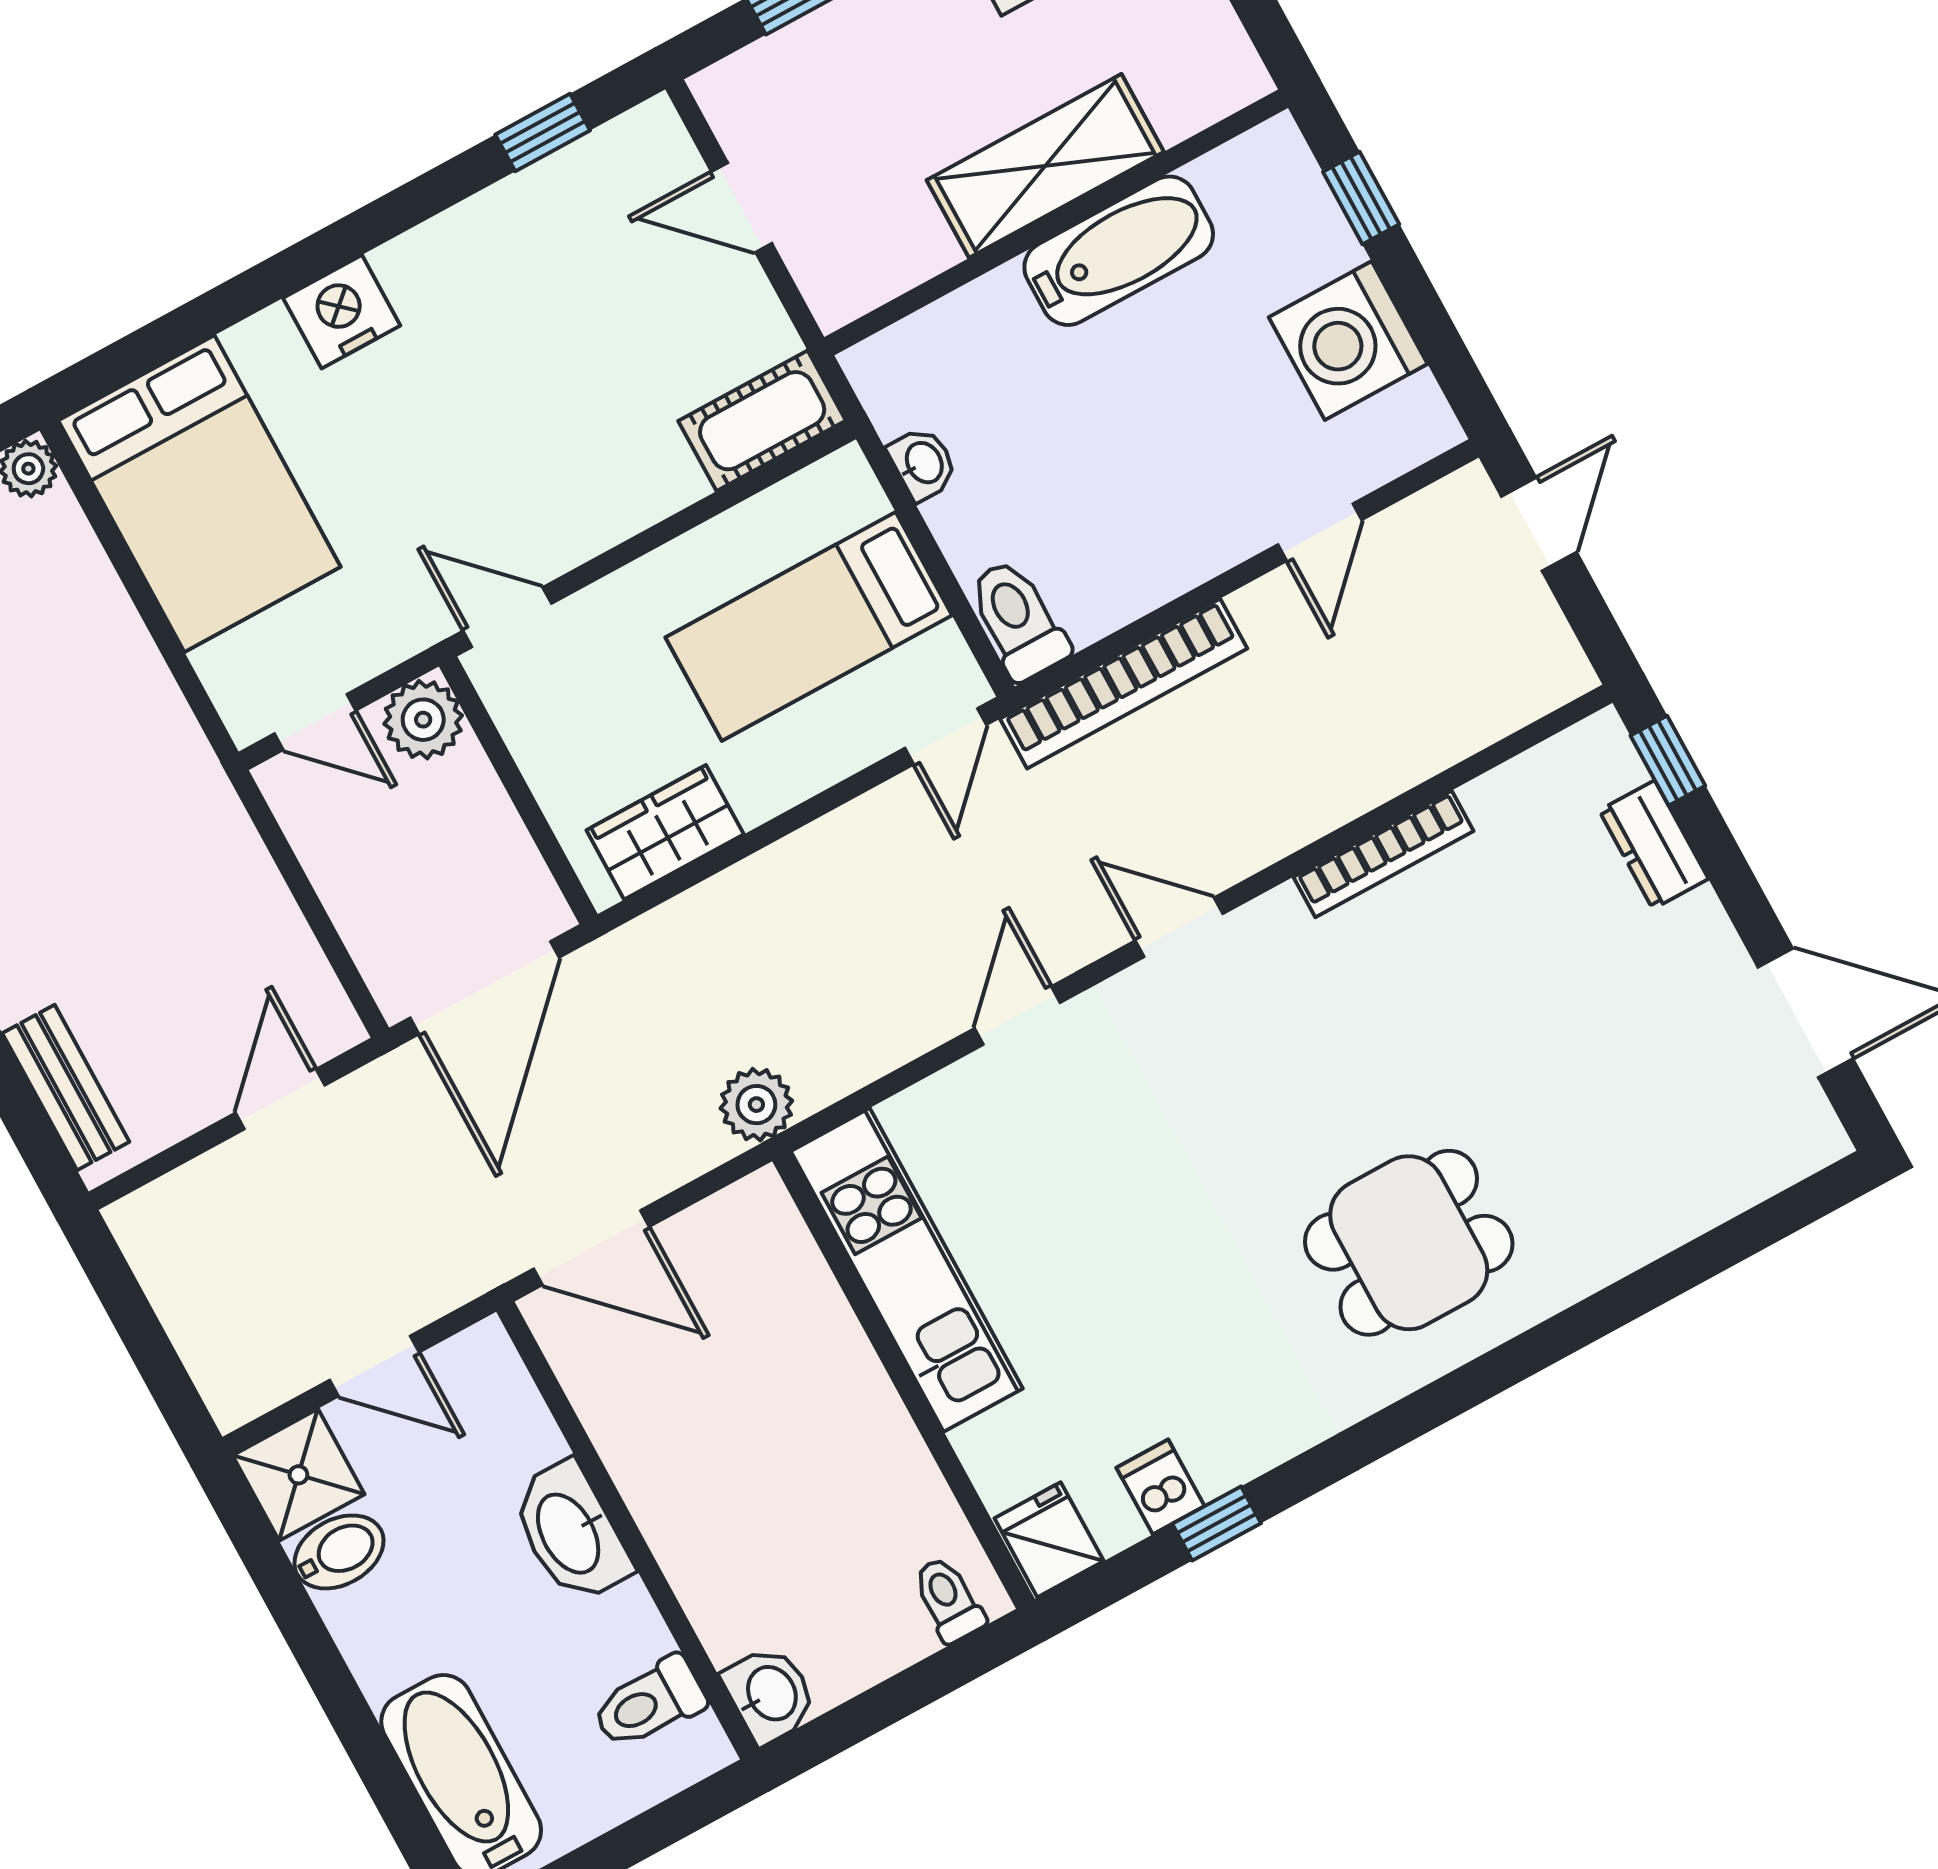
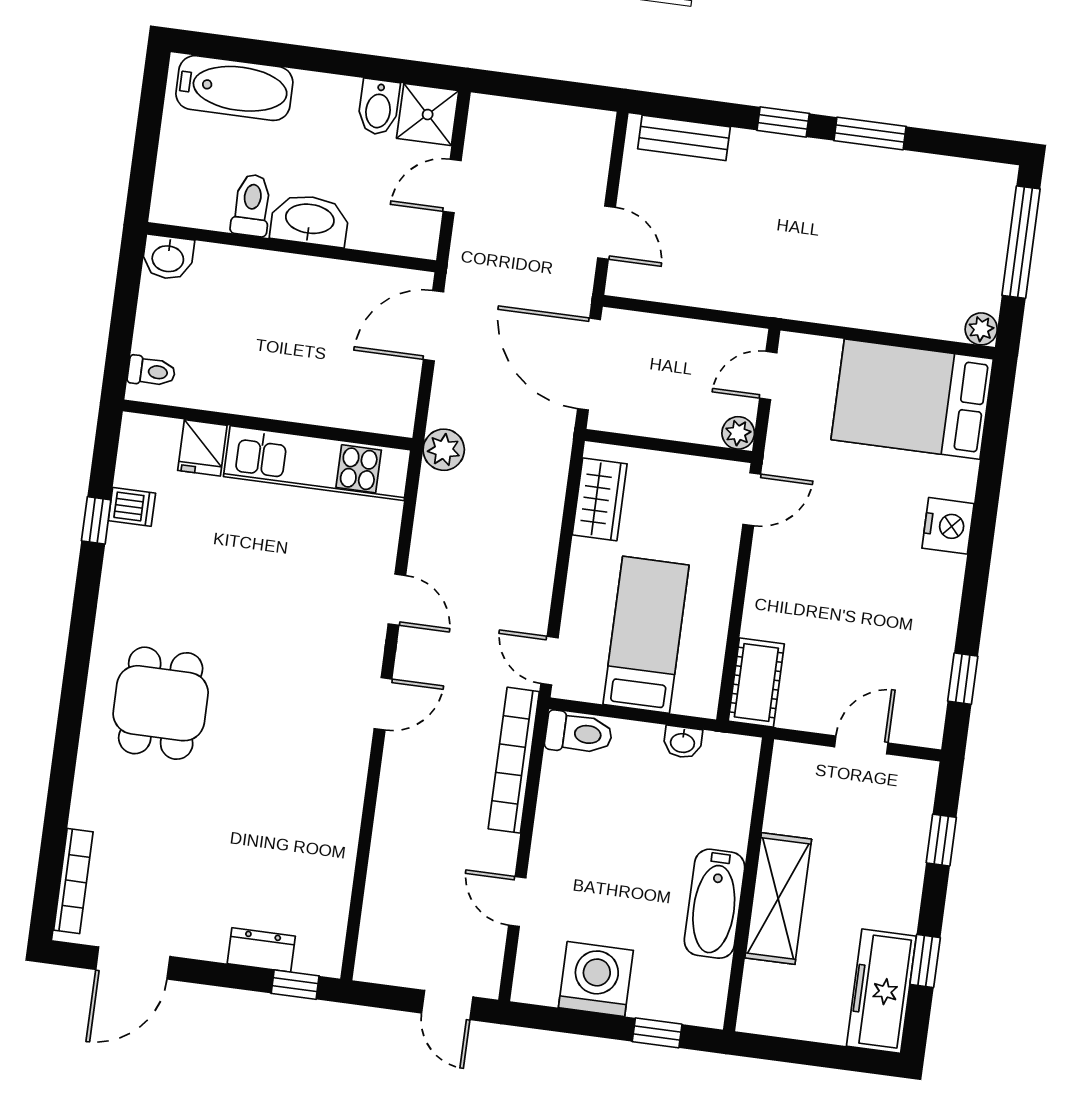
plant: (423, 720) -> (738, 433), width x0.73, depth x0.73
bookcase: (1384, 854) -> (73, 881), moved, turned 180
fridge: (1049, 1540) -> (202, 448), moved, turned 90
toilet: (649, 1703) -> (252, 205), moved

